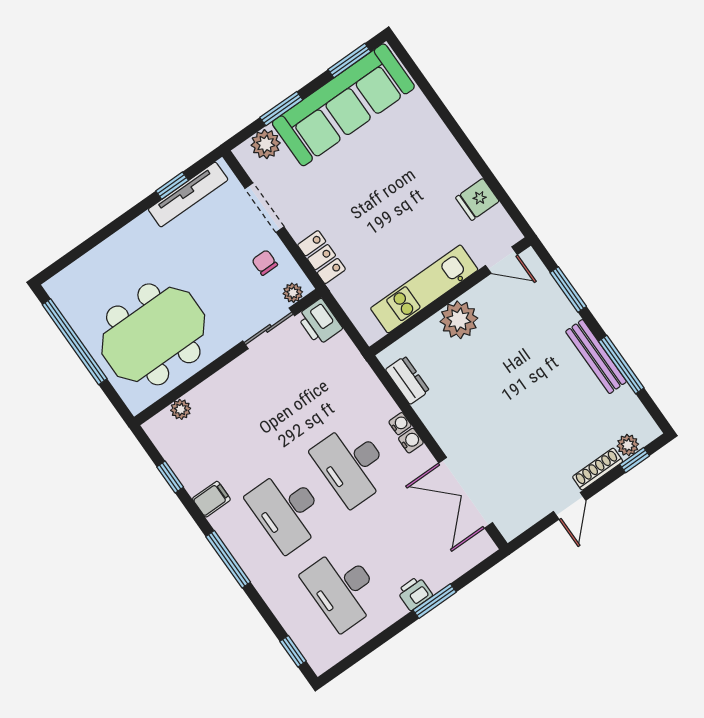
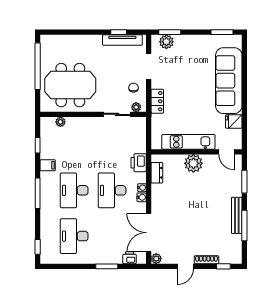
sofa: (343, 105) -> (229, 81), moved, turned 90
window: (281, 109) -> (170, 32), moved
printer: (320, 322) -> (139, 163), moved
plant: (628, 445) -> (156, 259), moved
printer: (415, 593) -> (130, 258), moved

